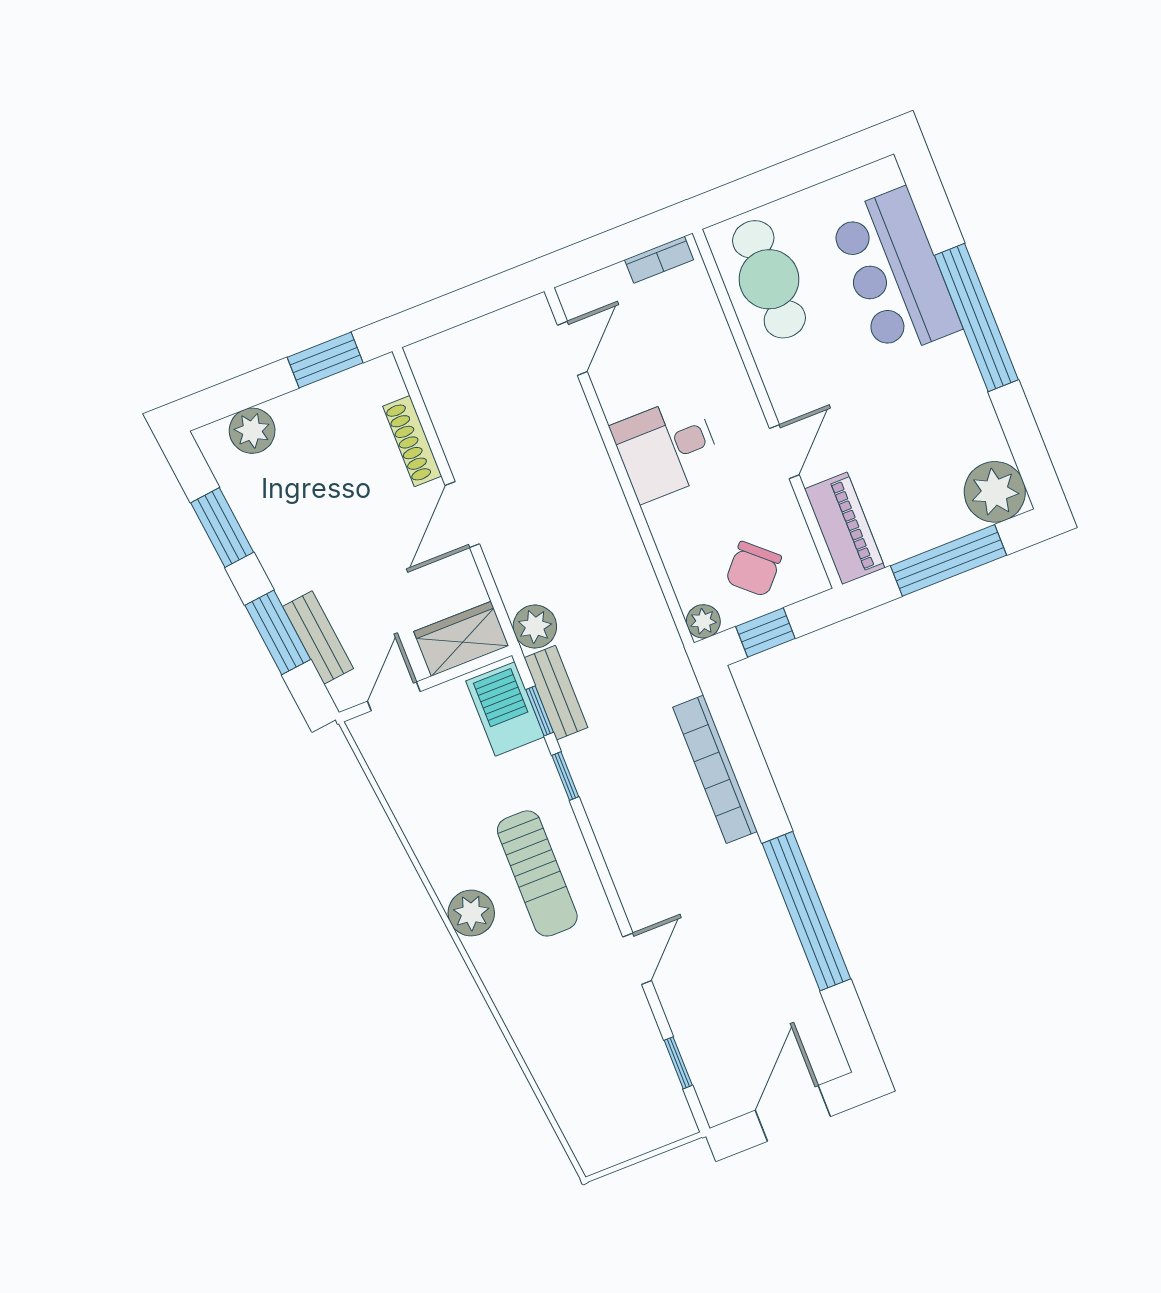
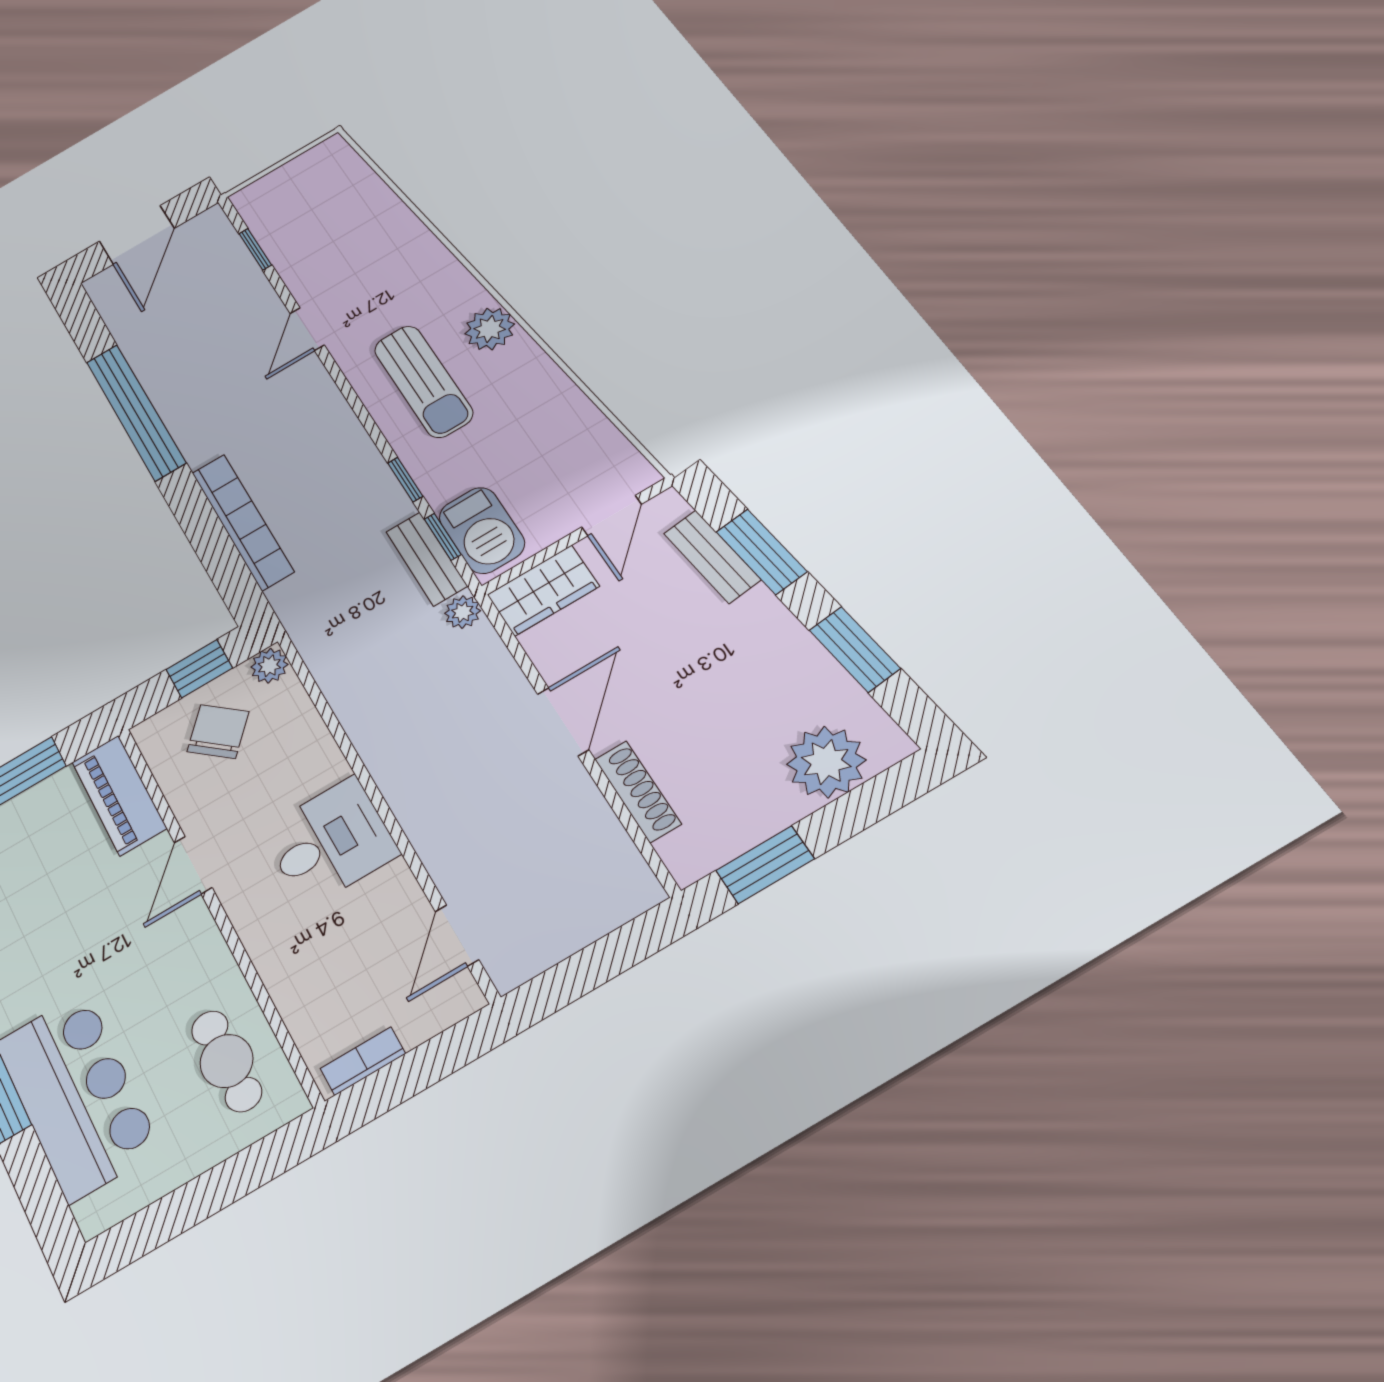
cafe table: (769, 279) -> (227, 1061), width x0.73, depth x0.74
plant: (252, 431) -> (826, 762), width x1.36, depth x1.36
plant: (535, 627) -> (463, 612), width x0.73, depth x0.73
sun lounger: (537, 873) -> (423, 381), turned 180

